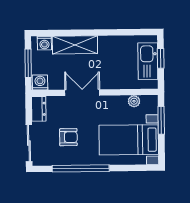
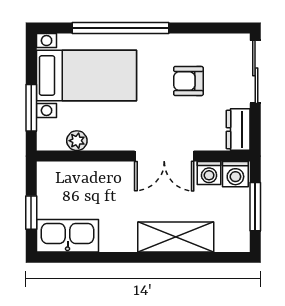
washing machine: (44, 43) -> (209, 173), moved, turned 180
kitchen sink: (148, 61) -> (68, 236), moved, turned -90
window: (81, 168) -> (120, 28), moved

